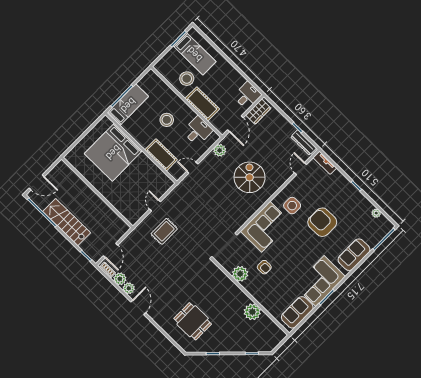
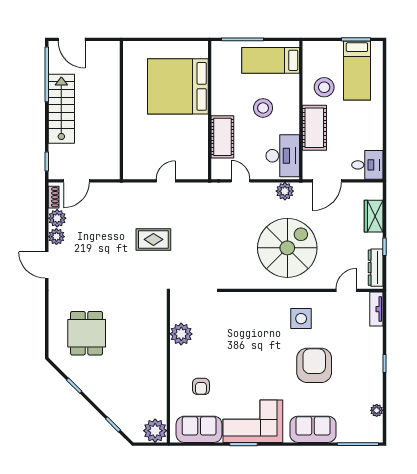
bed: (128, 105) -> (271, 60), moved, turned 180
wardrobe: (258, 112) -> (374, 216), moved, turned 90
desk: (198, 131) -> (283, 156), width x1.37
spiral stairs: (250, 177) -> (287, 248), width x1.37, depth x1.37
corner sofa: (266, 227) -> (254, 313), removed
rug: (164, 231) -> (153, 239), moved
armchair: (264, 267) -> (201, 386), moved
door: (138, 307) -> (47, 265), swing flipped
plant: (252, 312) -> (155, 431), moved

